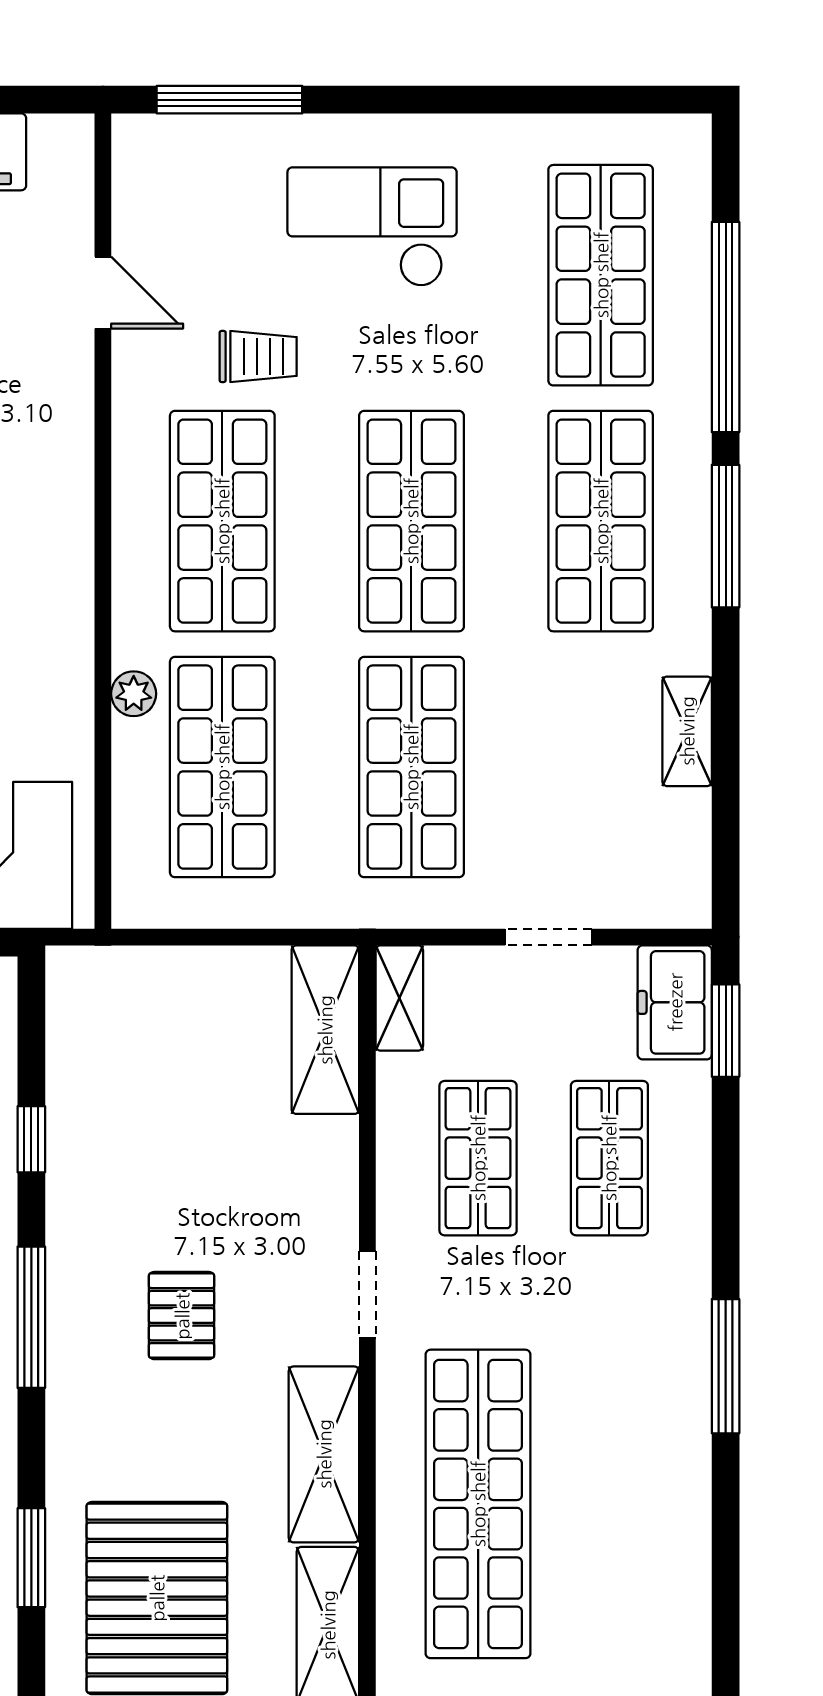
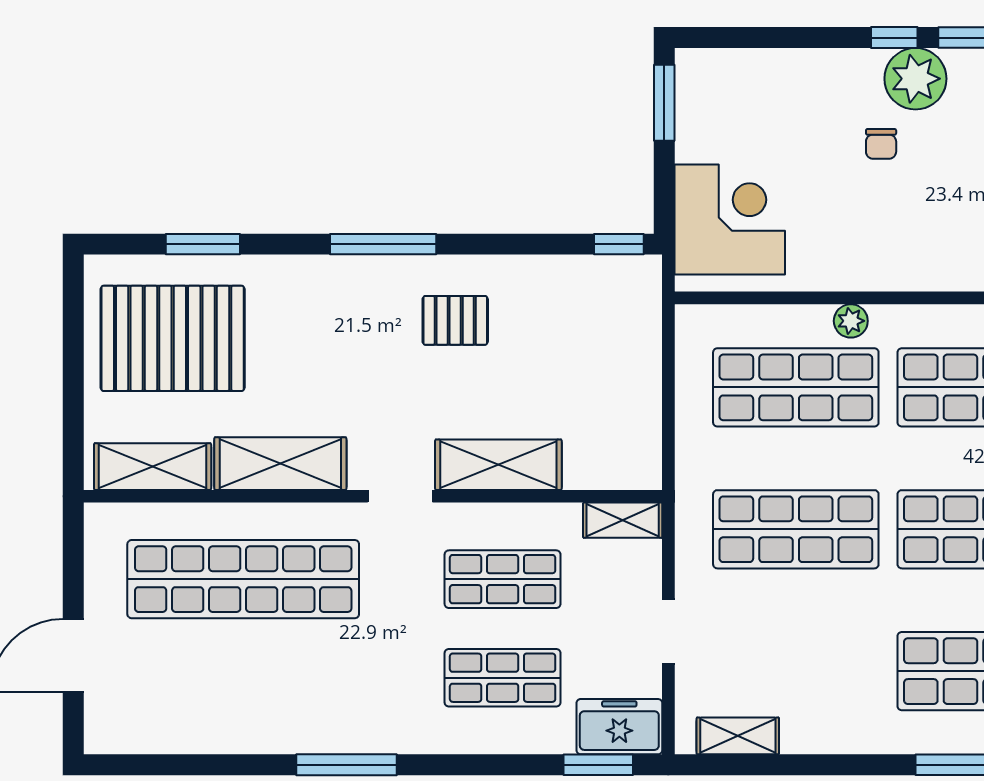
shelving: (687, 731) -> (738, 736), moved
shelving: (325, 1030) -> (498, 465), moved
window: (31, 1139) -> (619, 244), moved
pallet: (182, 1316) -> (455, 320), moved

